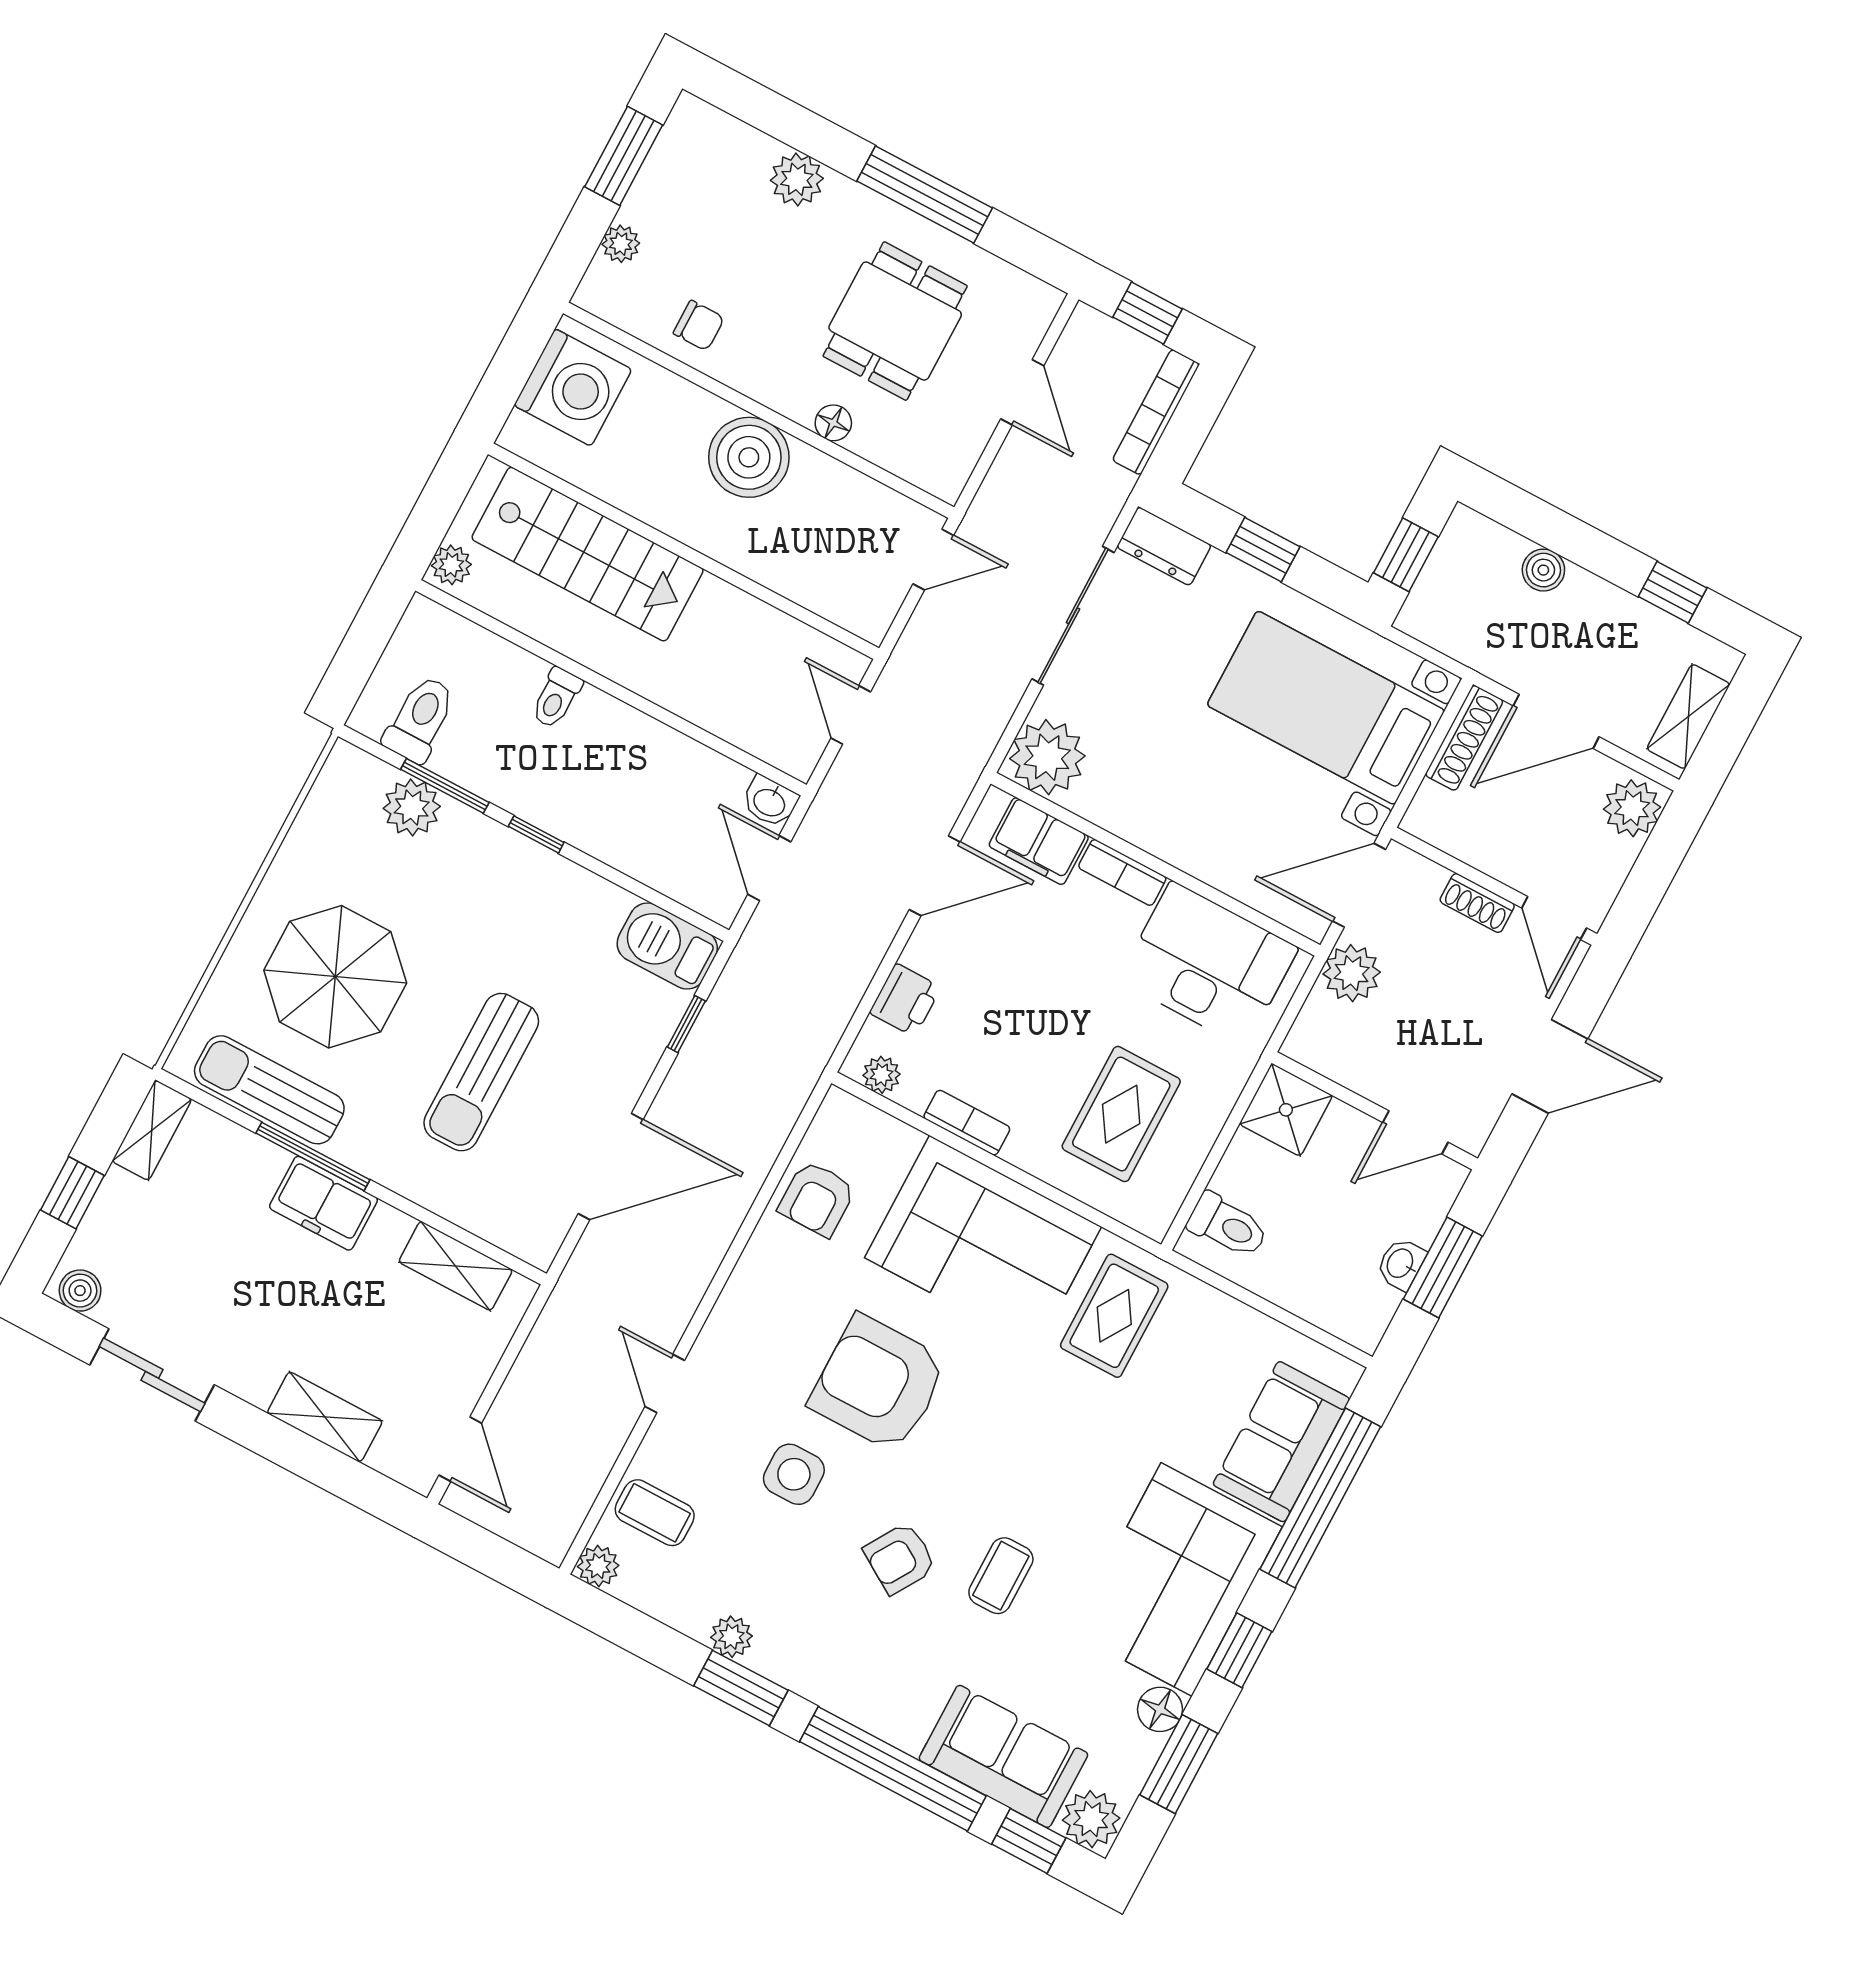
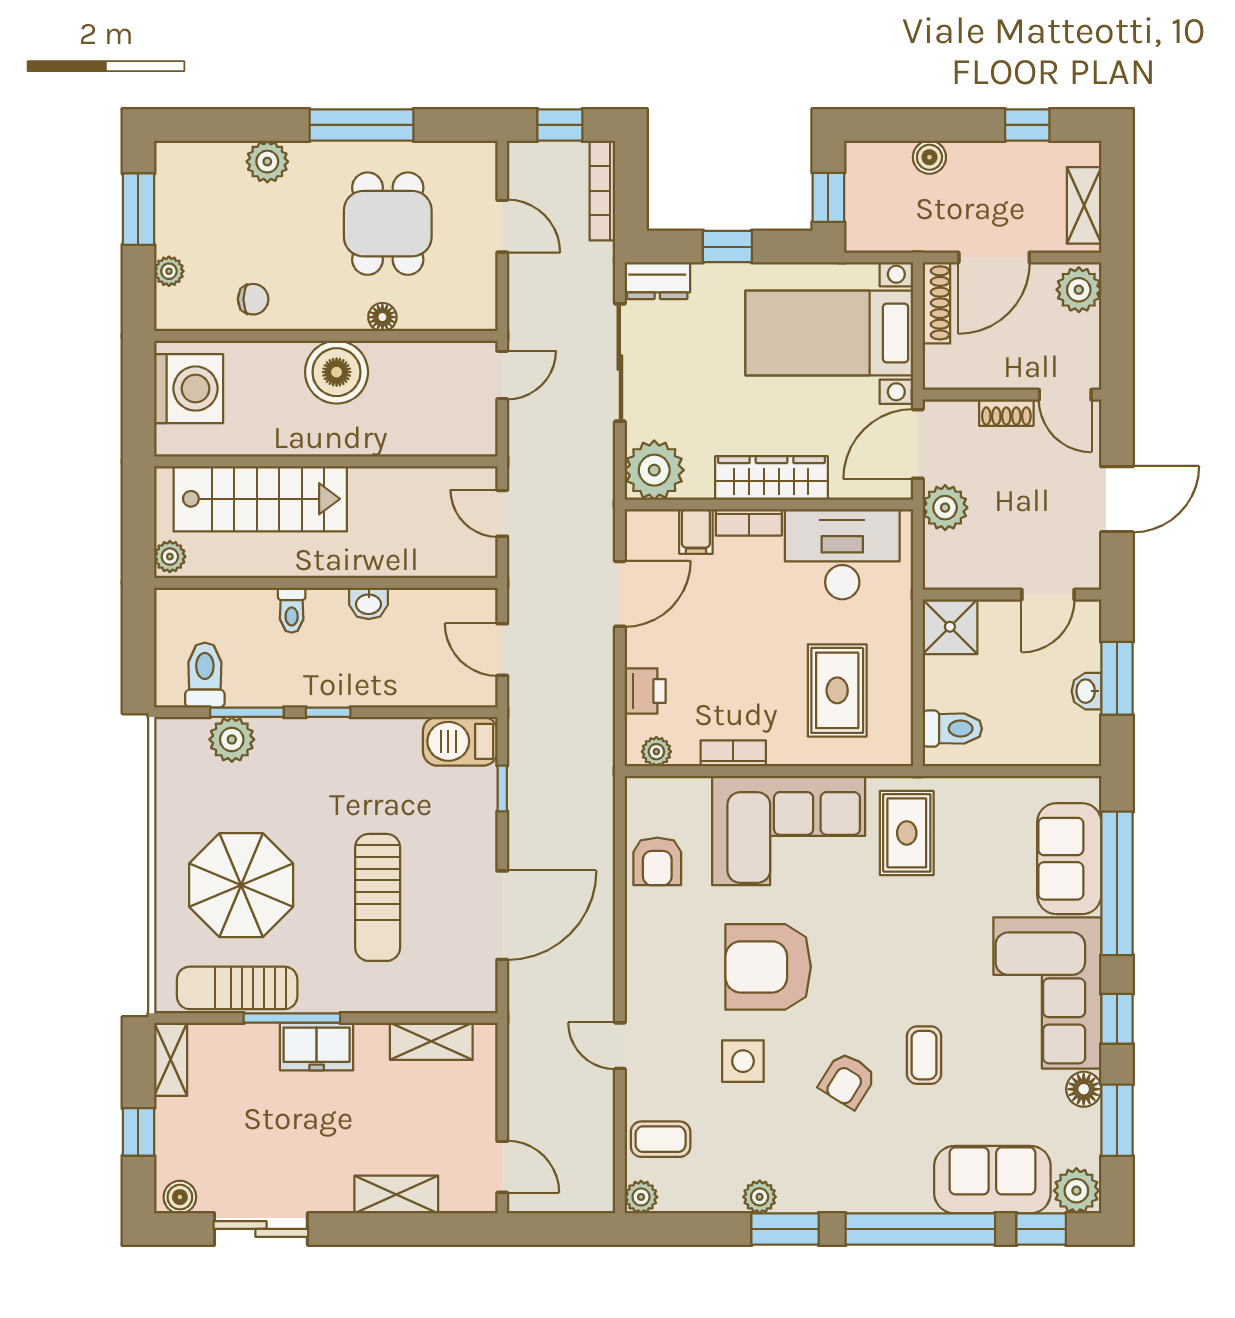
washbasin: (770, 802) -> (369, 603), moved
wardrobe: (1174, 836) -> (771, 478), added
filing cabinet: (1039, 841) -> (696, 531), width x0.50

